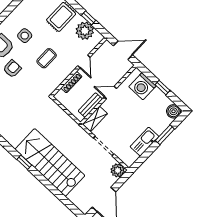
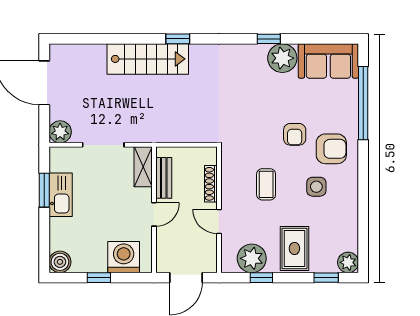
window: (165, 135) -> (44, 190), moved
stairs: (50, 162) -> (148, 59), width x0.73, depth x0.66

